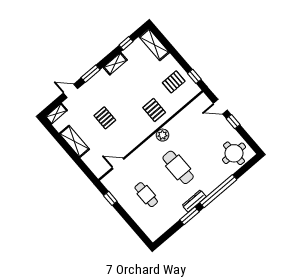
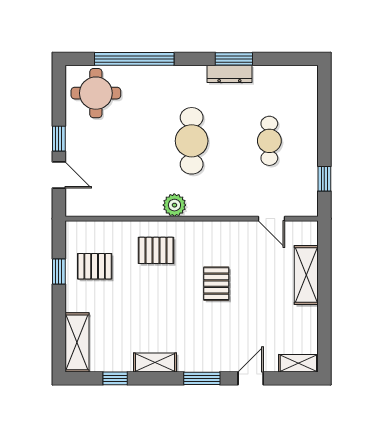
window: (194, 76) -> (59, 271), moved
door: (70, 91) -> (251, 378), swing flipped
pallet: (154, 110) -> (156, 250), turned 90
pallet: (105, 118) -> (216, 284), moved
shelving: (74, 141) -> (306, 275), moved
window: (218, 191) -> (134, 59), moved
dresser: (194, 201) -> (229, 74), moved

